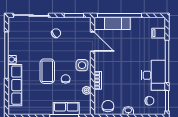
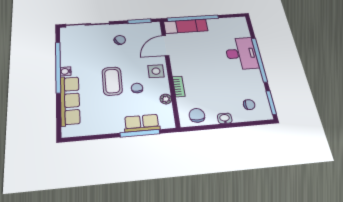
filing cabinet: (159, 33) -> (242, 32), removed
door: (92, 42) -> (165, 46), swing flipped
desk: (153, 75) -> (241, 53), moved

